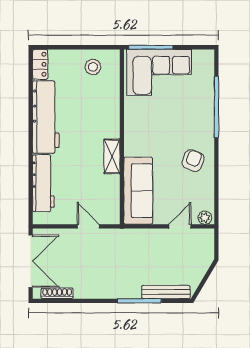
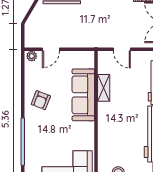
shelving: (112, 156) -> (104, 88), moved
sofa: (138, 191) -> (83, 95), moved

